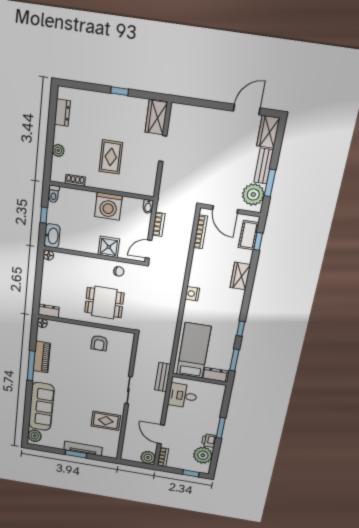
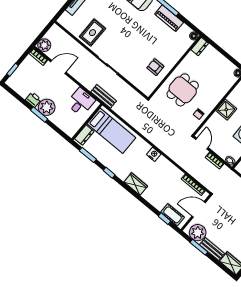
shower: (109, 247) -> (226, 110), moved
wardrobe: (240, 276) -> (136, 184), moved
plant: (203, 455) -> (47, 107), moved

